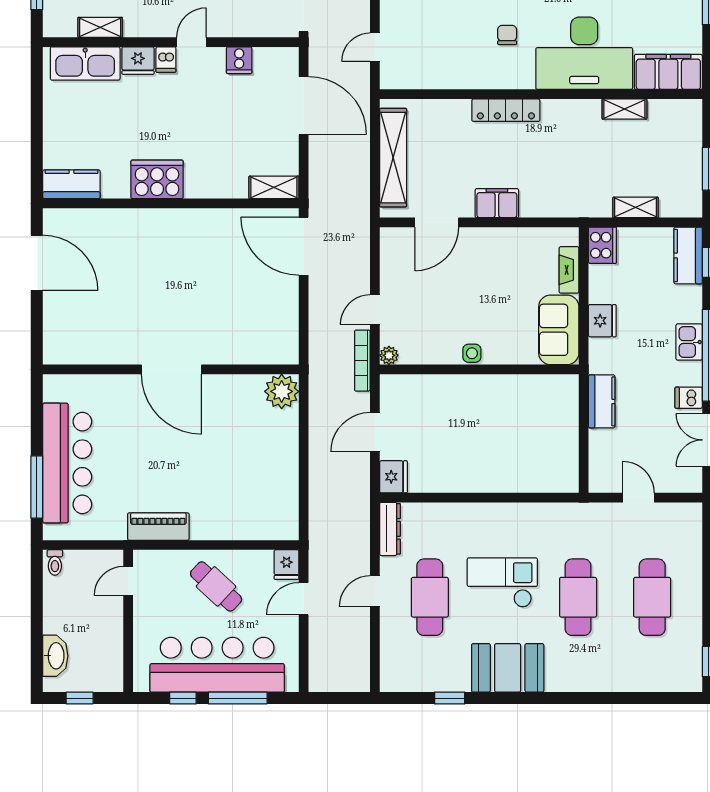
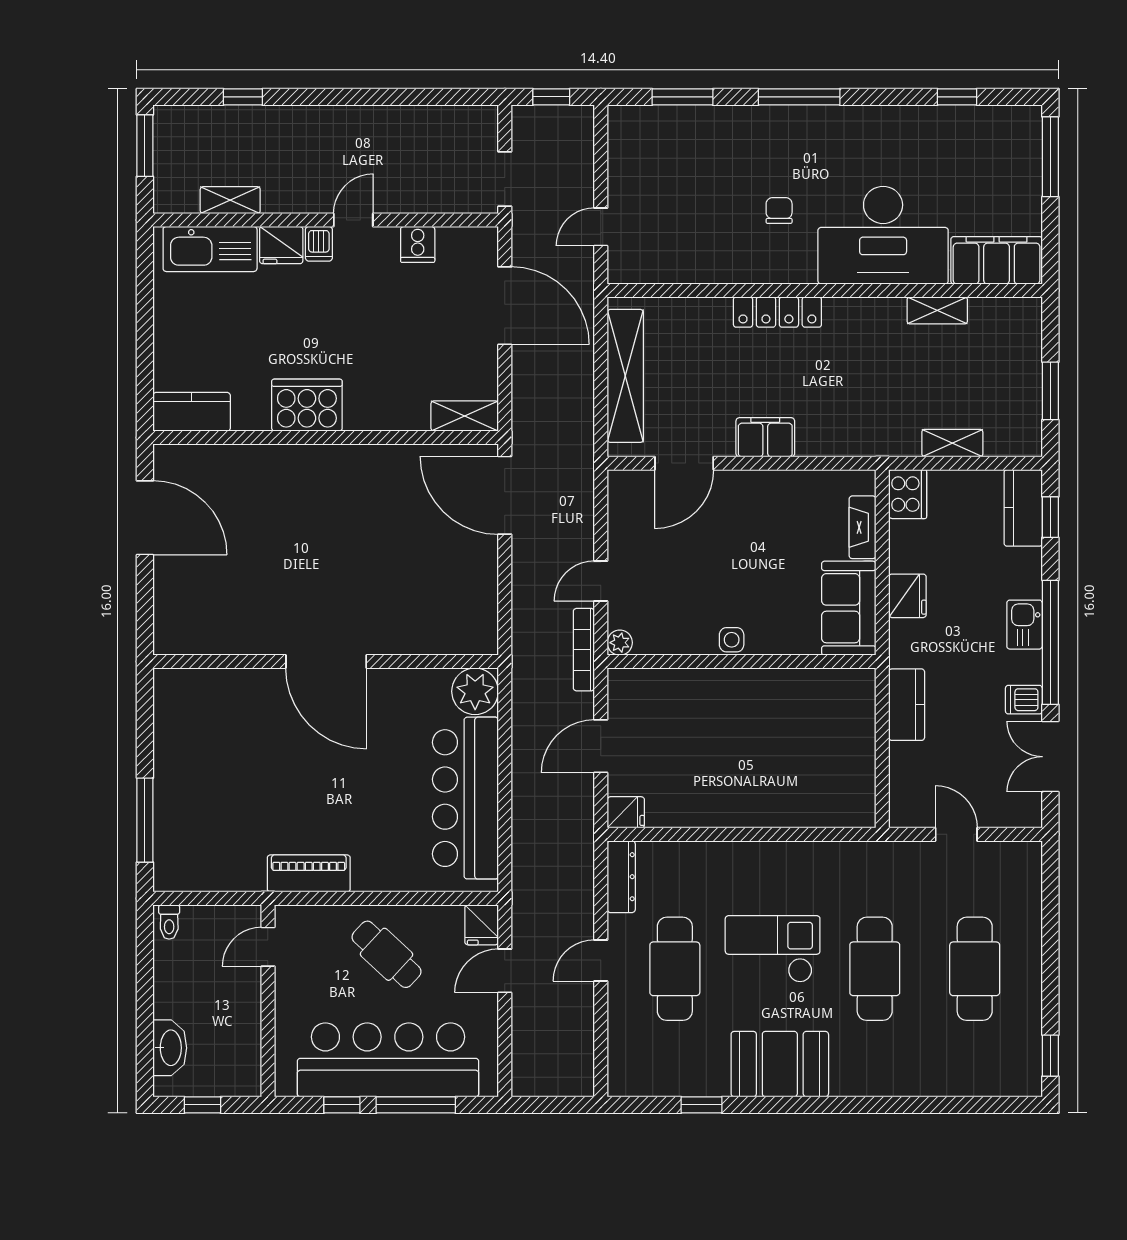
bar counter: (67, 463) -> (465, 798), moved, turned 180
fridge: (393, 477) -> (626, 812), width x0.72

